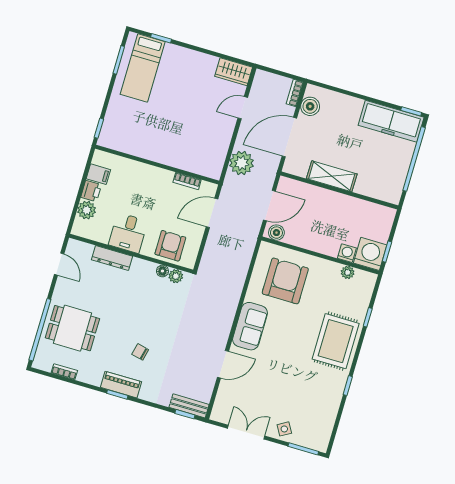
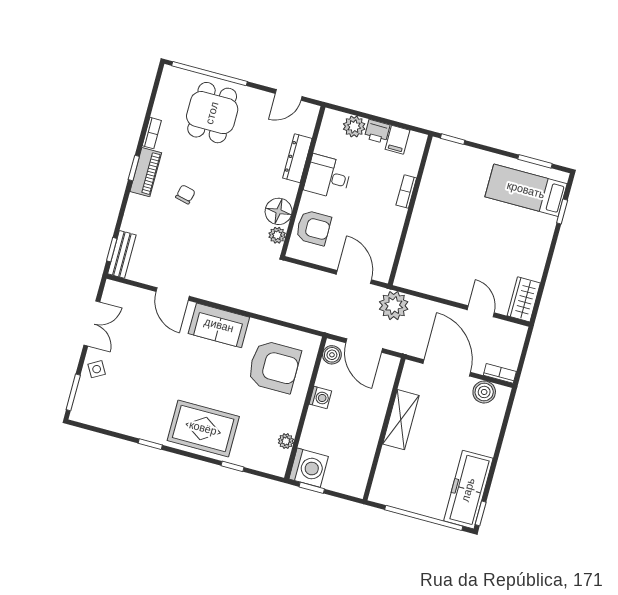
plant: (241, 163) -> (394, 306), moved
bookcase: (187, 181) -> (406, 191), moved
washing machine: (347, 253) -> (320, 397), moved
floor lamp: (162, 271) -> (279, 211), width x1.89, depth x1.89
bookcase: (64, 372) -> (152, 133), moved

